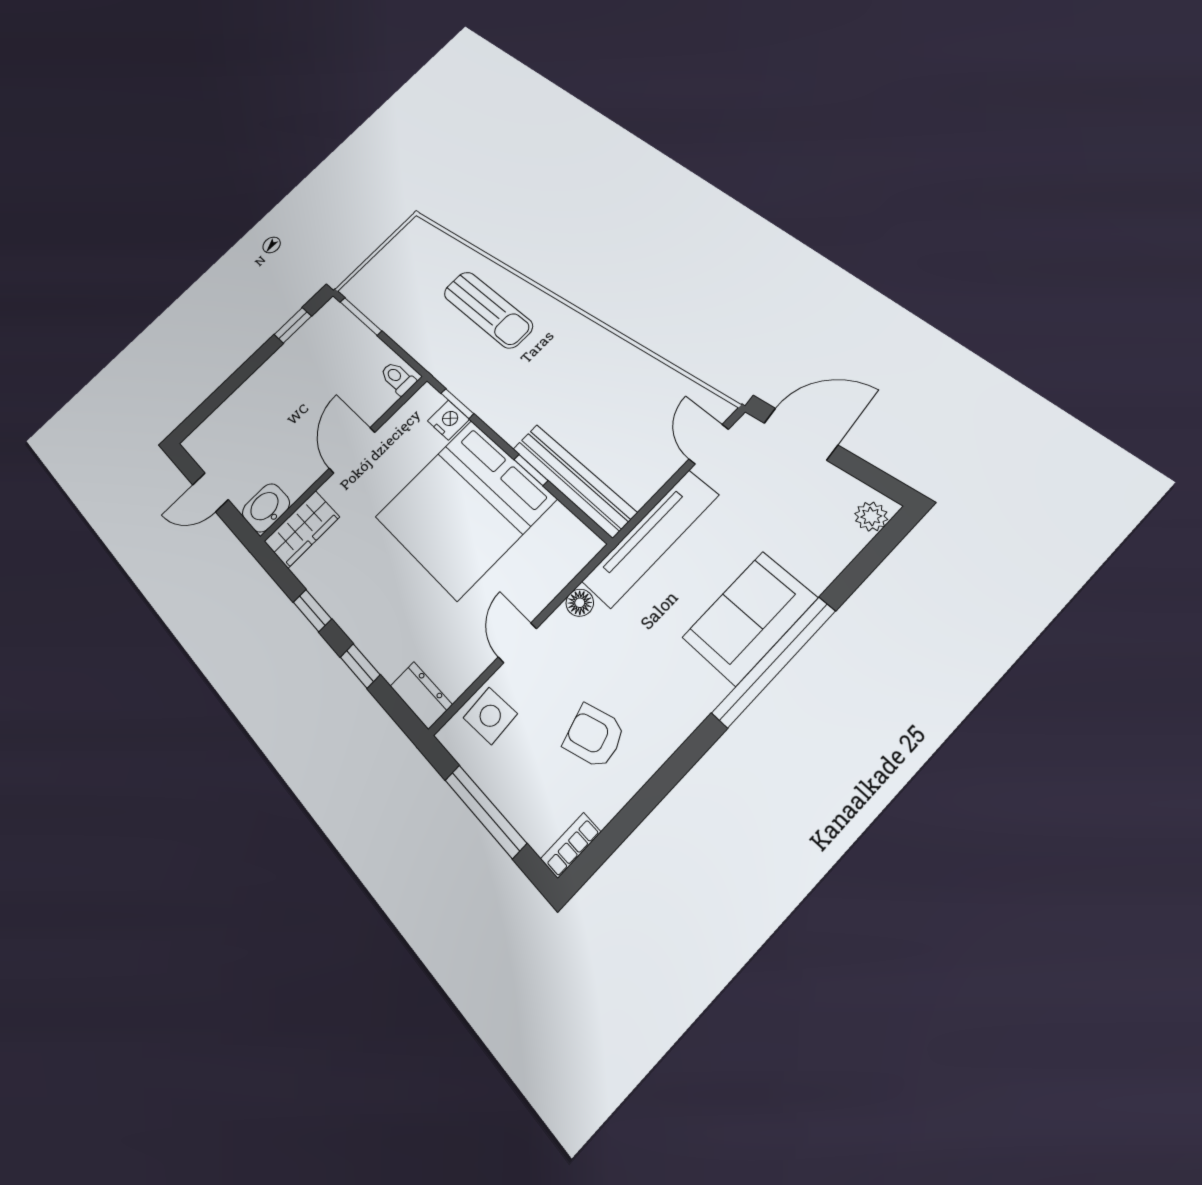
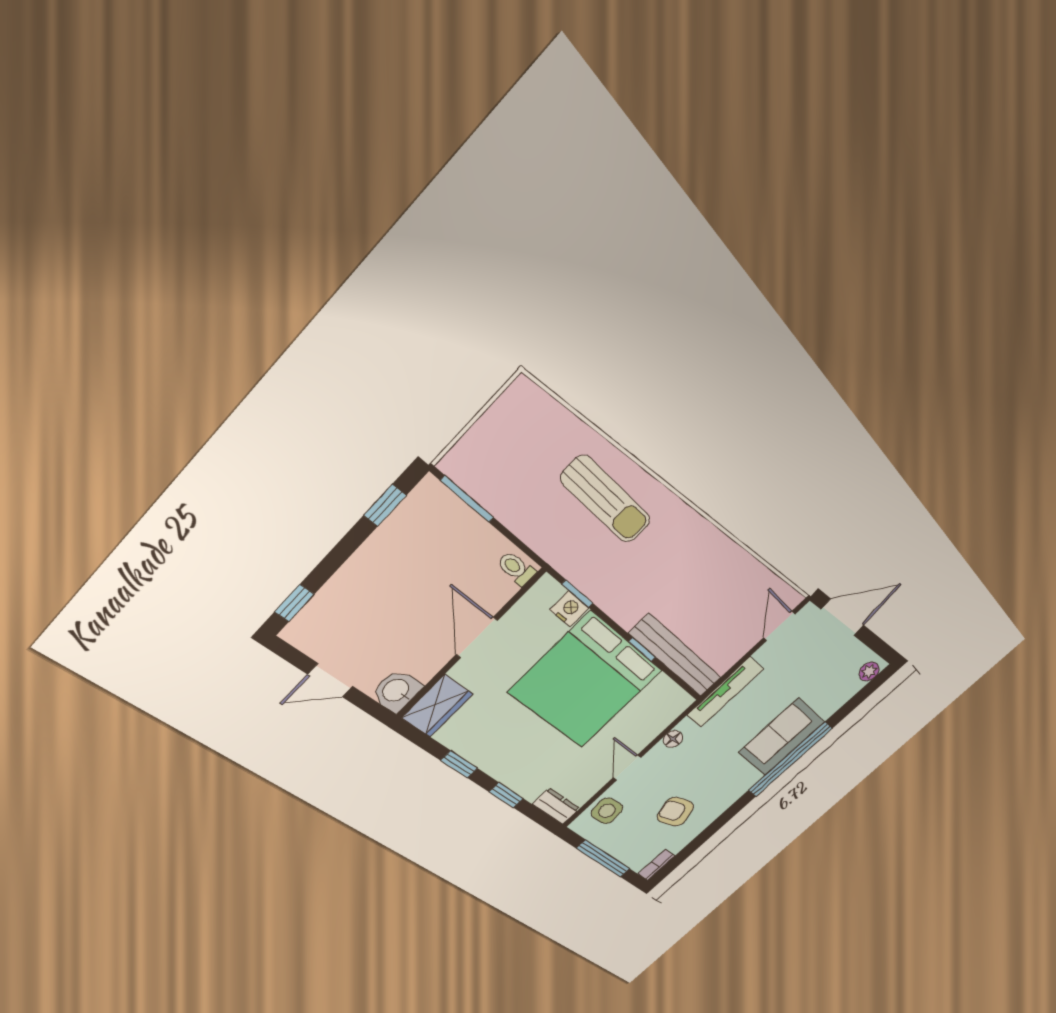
window: (202, 413) -> (294, 603), added
tv unit: (650, 538) -> (725, 692), width x0.73, depth x0.78

